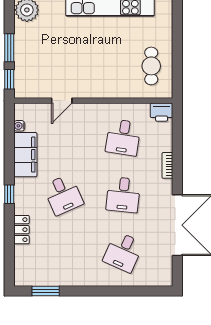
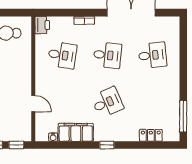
locker: (21, 230) -> (151, 135), moved
desk: (123, 252) -> (152, 55), turned -30
window: (46, 291) -> (183, 116), width x1.44

